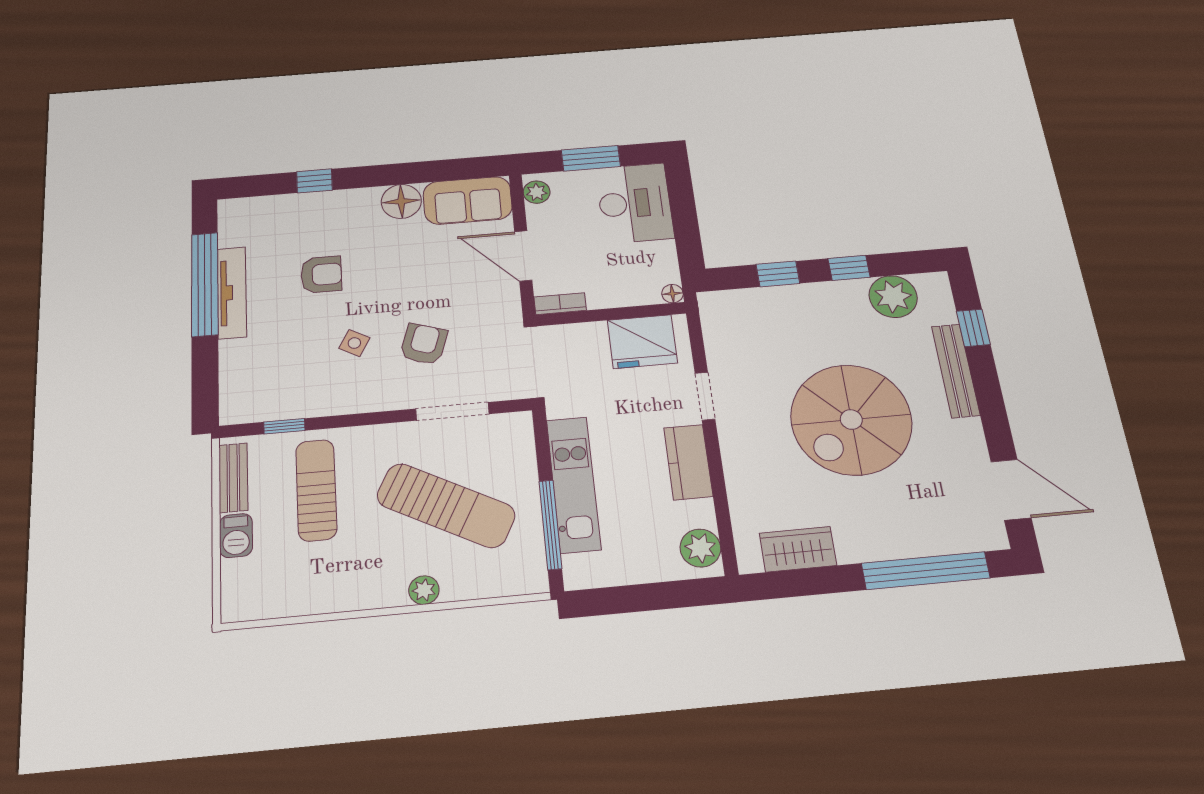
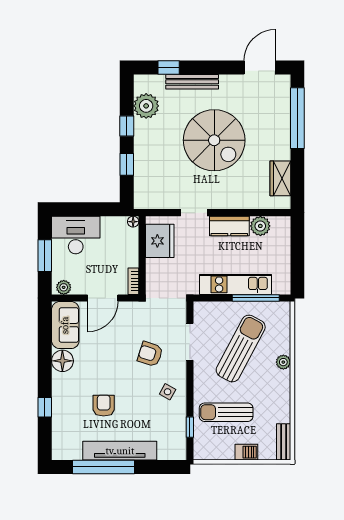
tv unit: (232, 293) -> (120, 451), width x1.36, depth x1.29
side table: (354, 343) -> (168, 392), moved
bench: (233, 478) -> (284, 442), moved, turned 90
plant: (700, 548) -> (260, 226), moved

